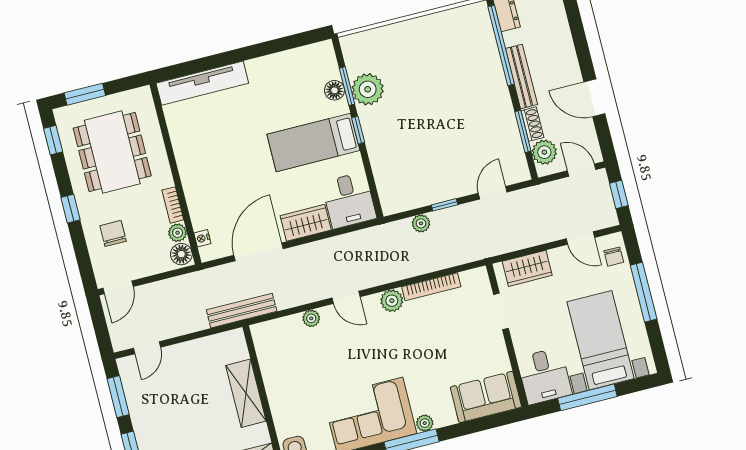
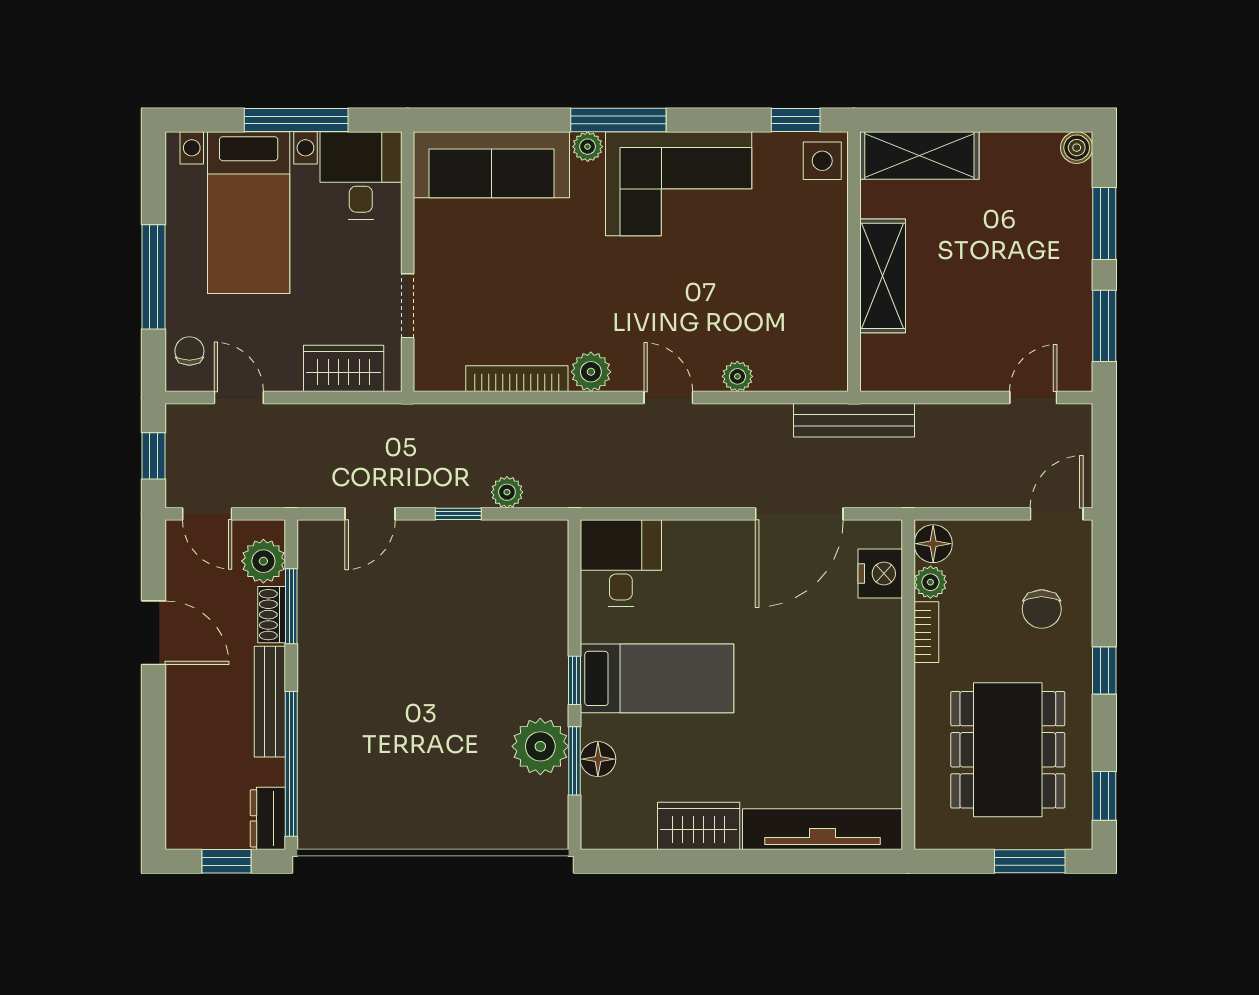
wardrobe: (306, 223) -> (699, 826), moved, turned 180
nightstand: (202, 238) -> (880, 573), width x1.89, depth x1.79
sofa: (486, 397) -> (491, 165), width x1.36

